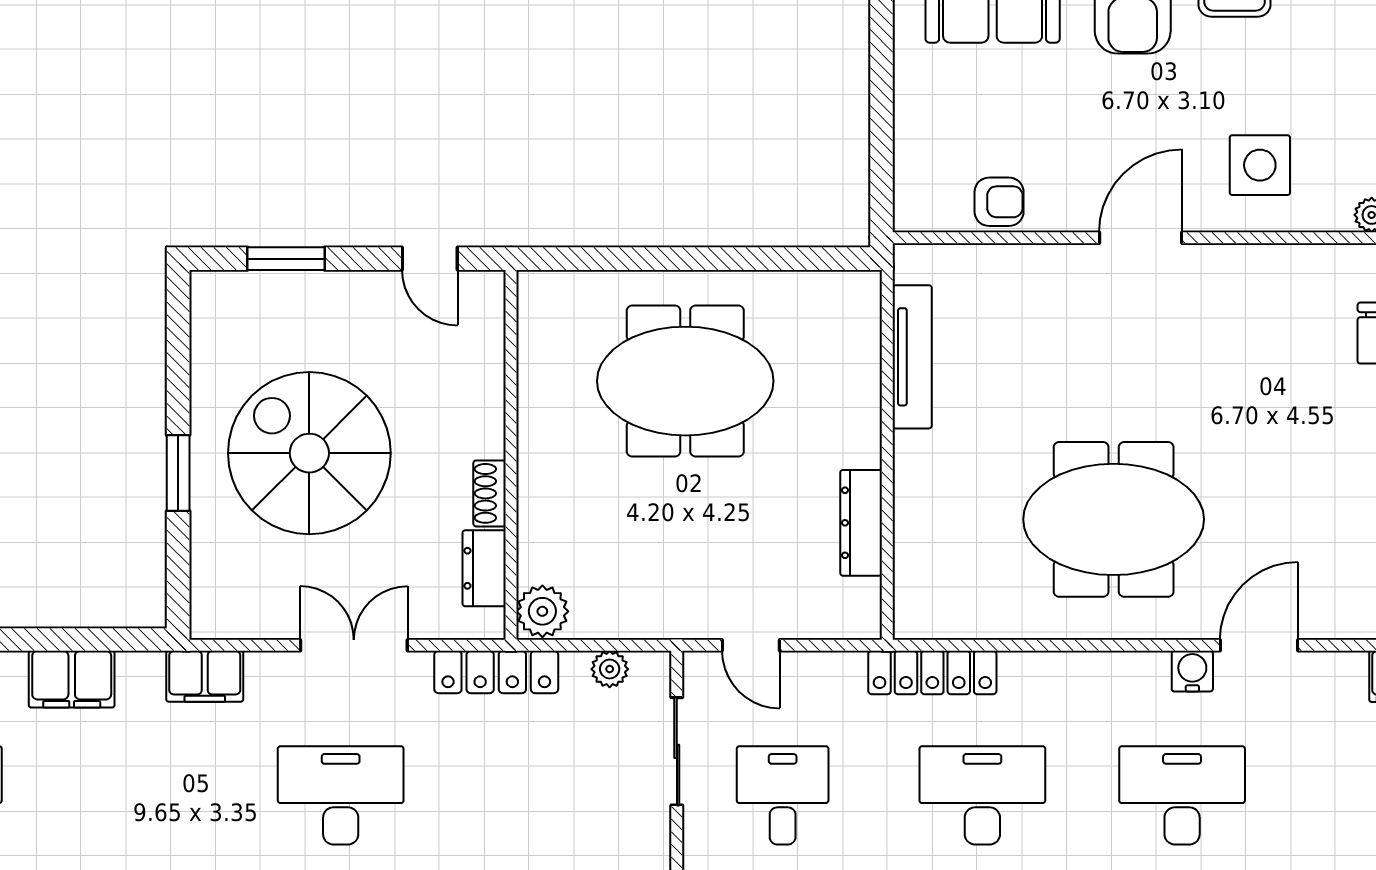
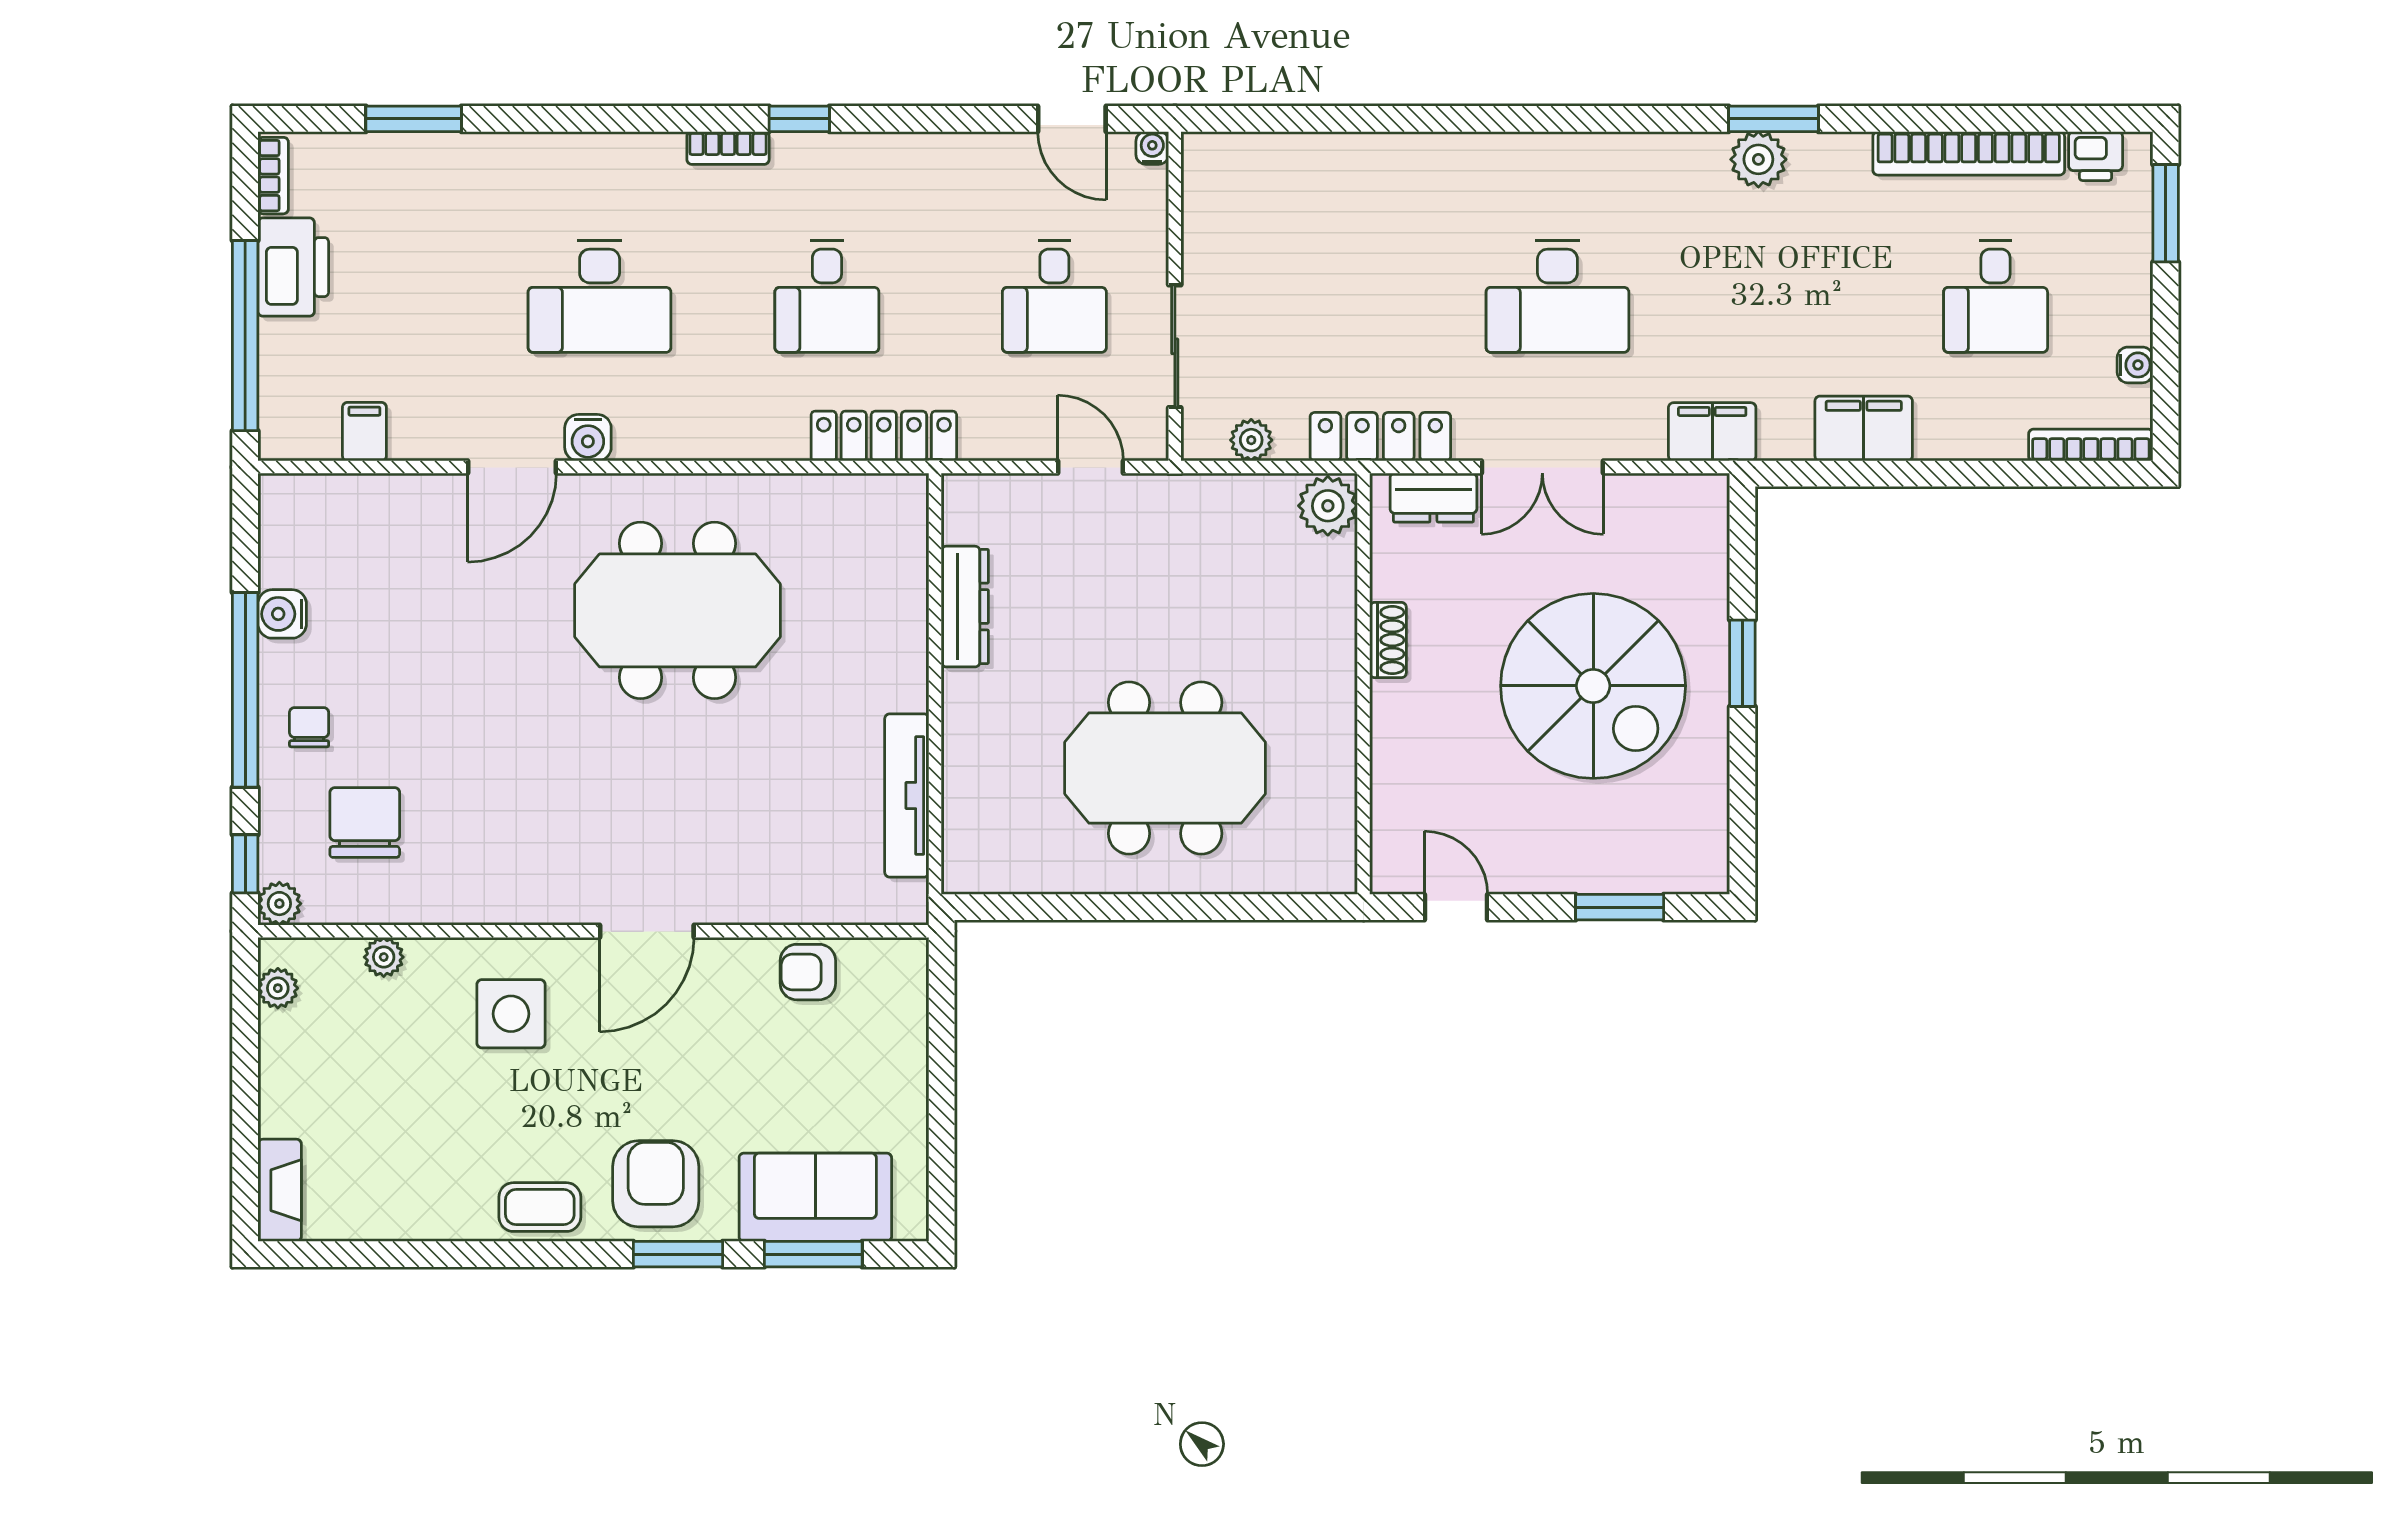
dresser: (484, 568) -> (1433, 498), moved, turned 90
desk: (982, 795) -> (827, 296), width x0.73

